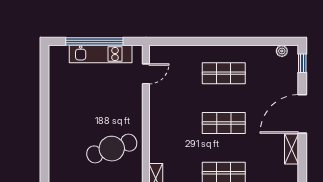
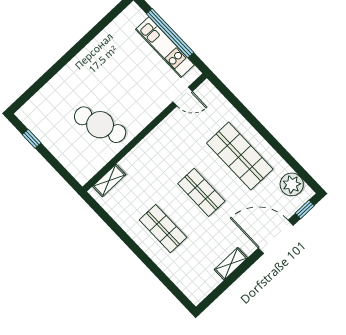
plant: (282, 51) -> (292, 184), width x1.88, depth x1.88
shop shelf: (224, 73) -> (240, 156), width x1.43, depth x1.36
door: (302, 114) -> (276, 237), moved

